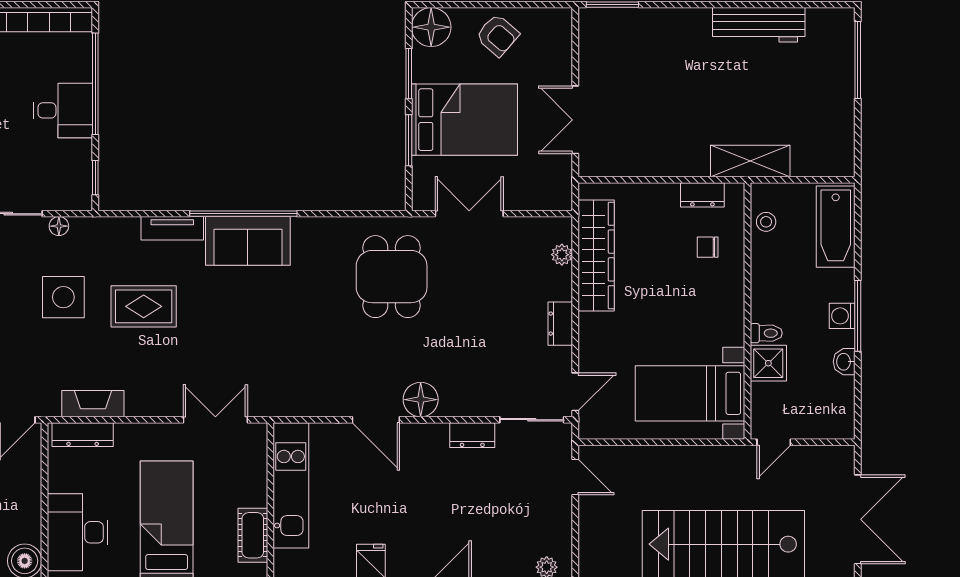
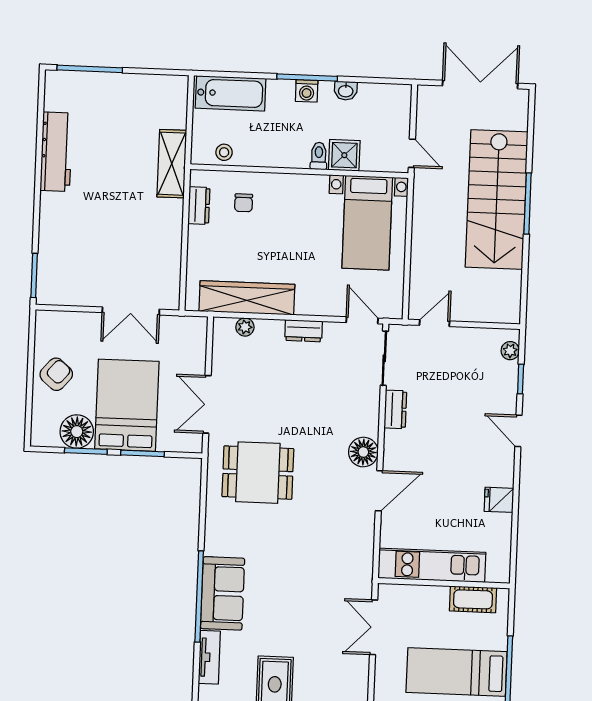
floor lamp: (431, 27) -> (77, 432), moved

